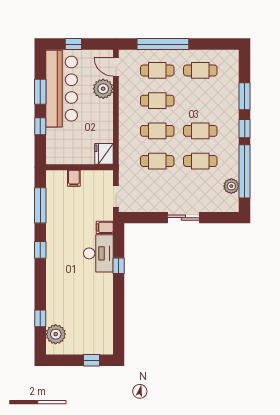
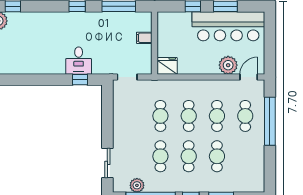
window: (73, 44) -> (270, 37), removed
cafe table: (200, 70) -> (217, 156), moved
sliding door: (183, 218) -> (107, 163), moved
filing cabinet: (105, 227) -> (98, 67), removed
desk: (98, 253) -> (79, 61), width x0.73
window: (119, 266) -> (80, 80), moved

